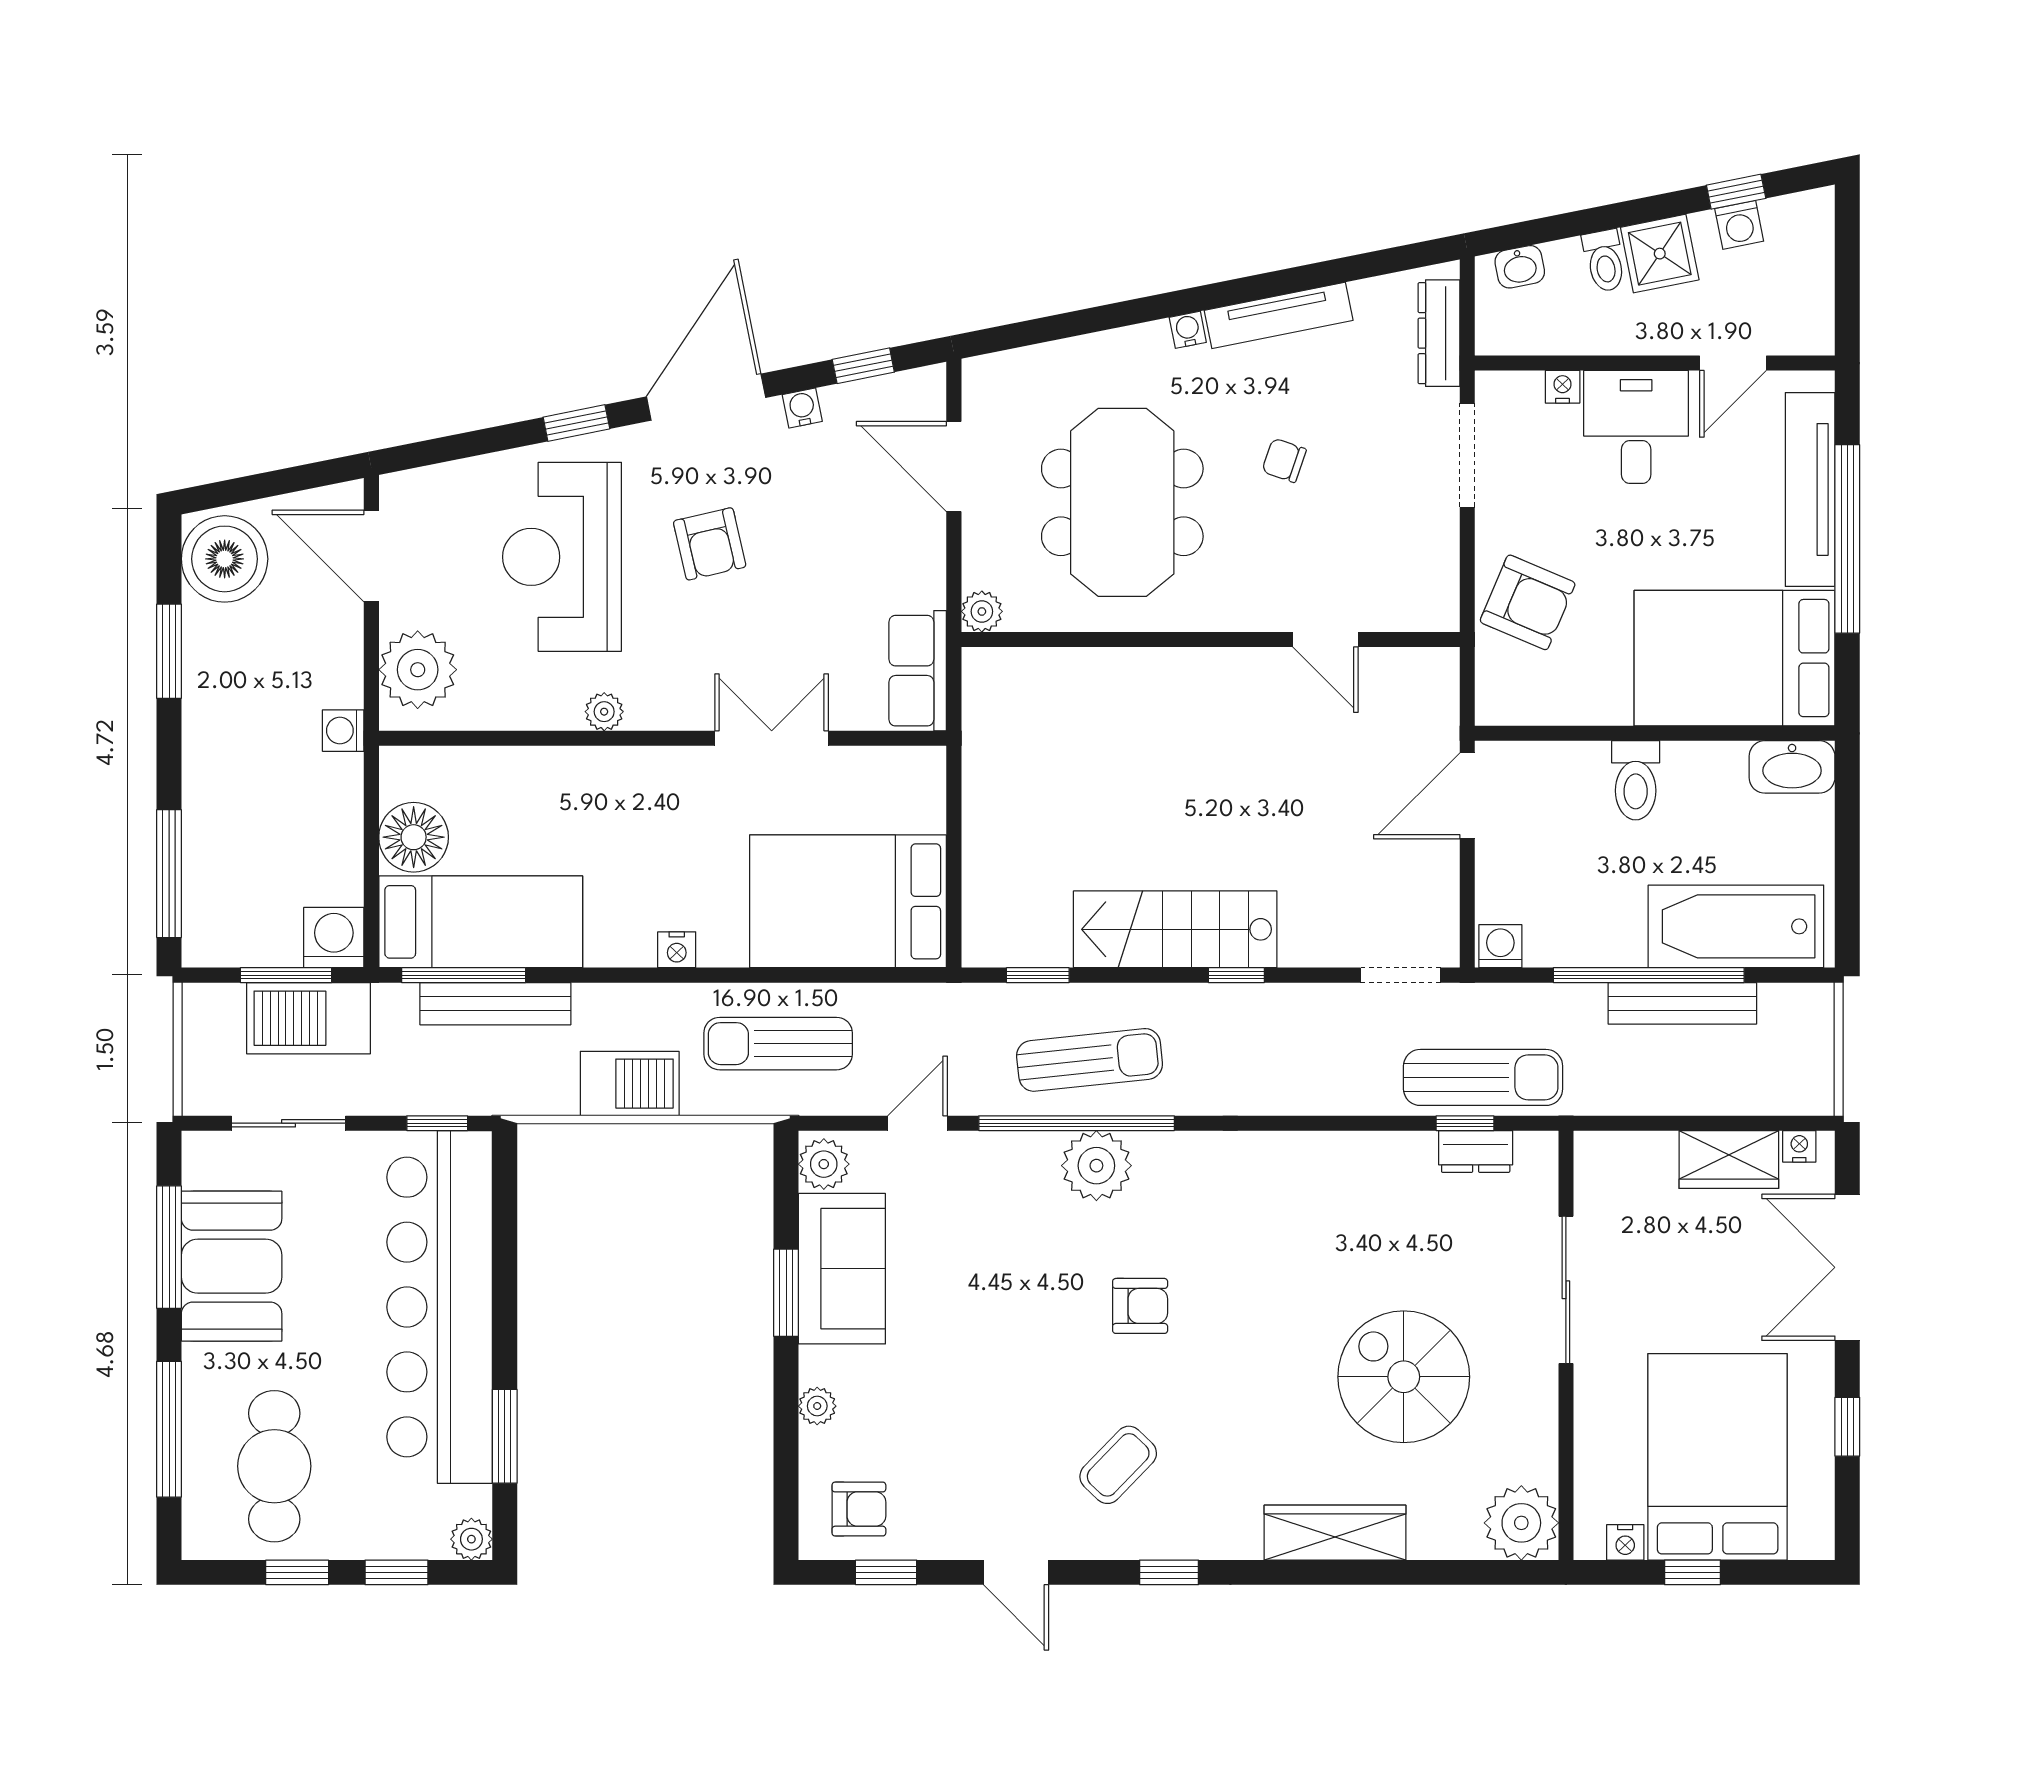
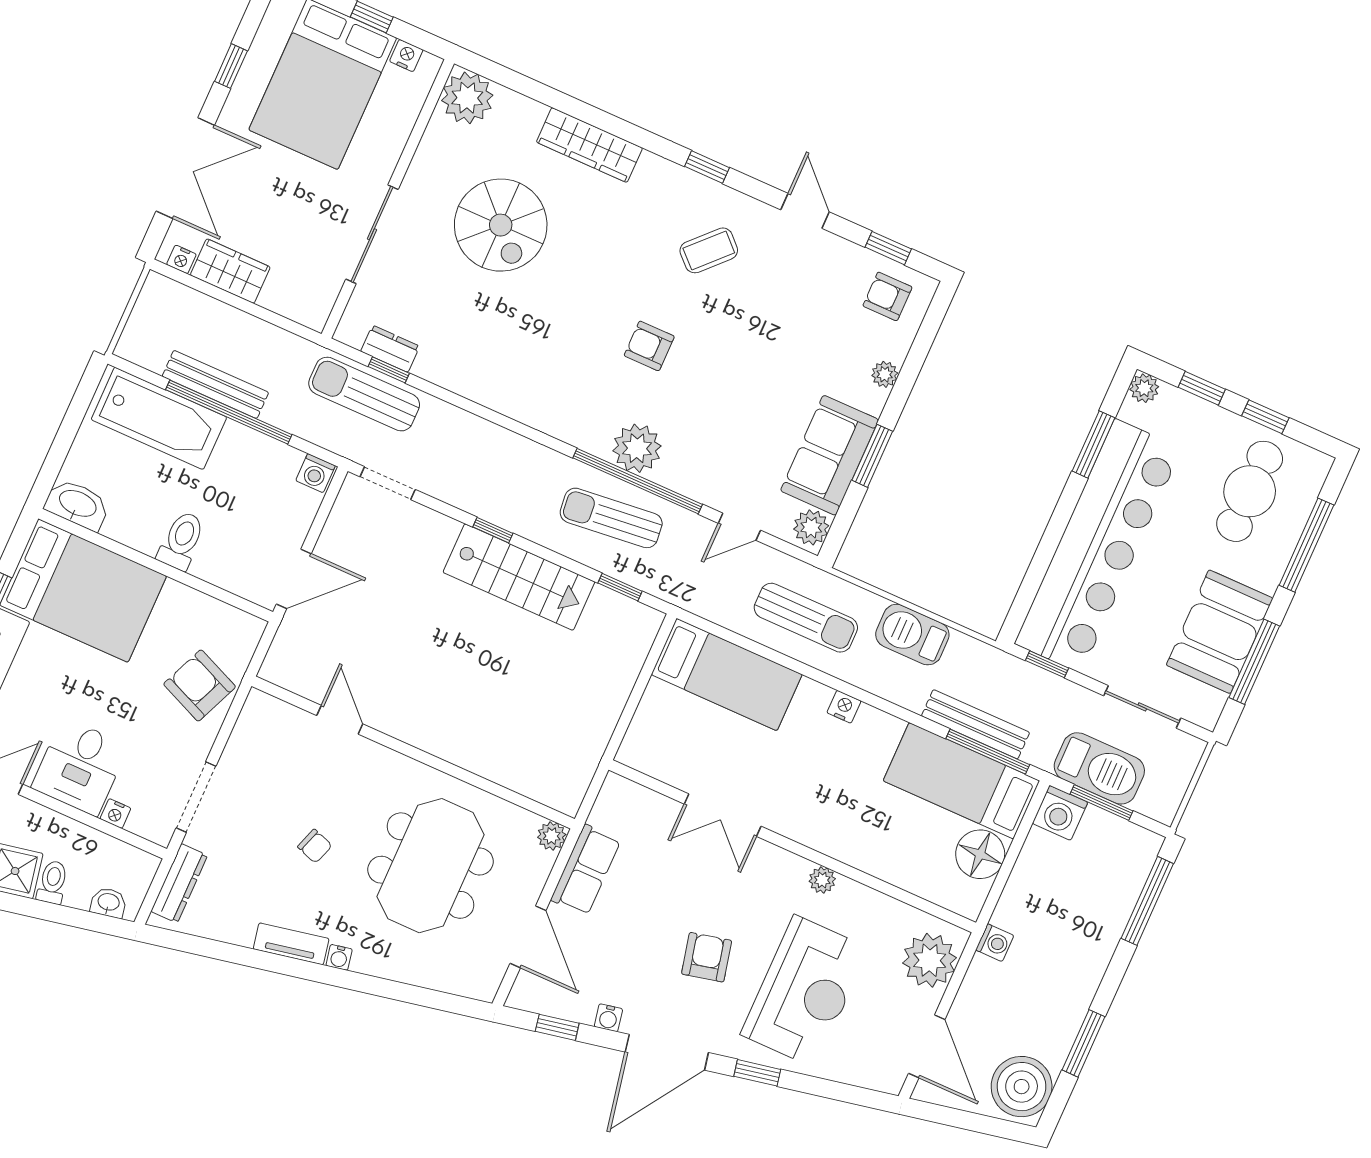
tv unit: (1279, 315) -> (291, 944), width x0.71
row of seats: (918, 671) -> (586, 870), moved
bed: (848, 901) -> (727, 675), width x0.67

